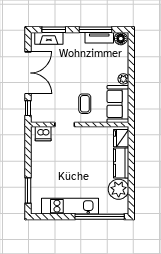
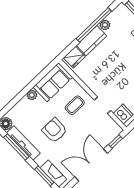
tv unit: (99, 38) -> (23, 143), width x1.41
armchair: (81, 70) -> (55, 130), added
window: (131, 176) -> (94, 25), added
plant: (119, 189) -> (105, 25), width x0.53, depth x0.53

